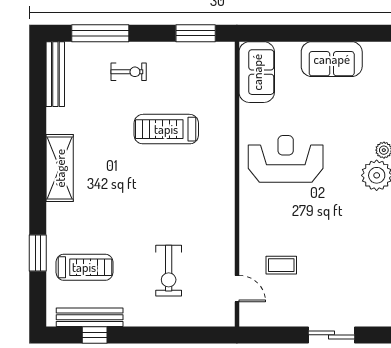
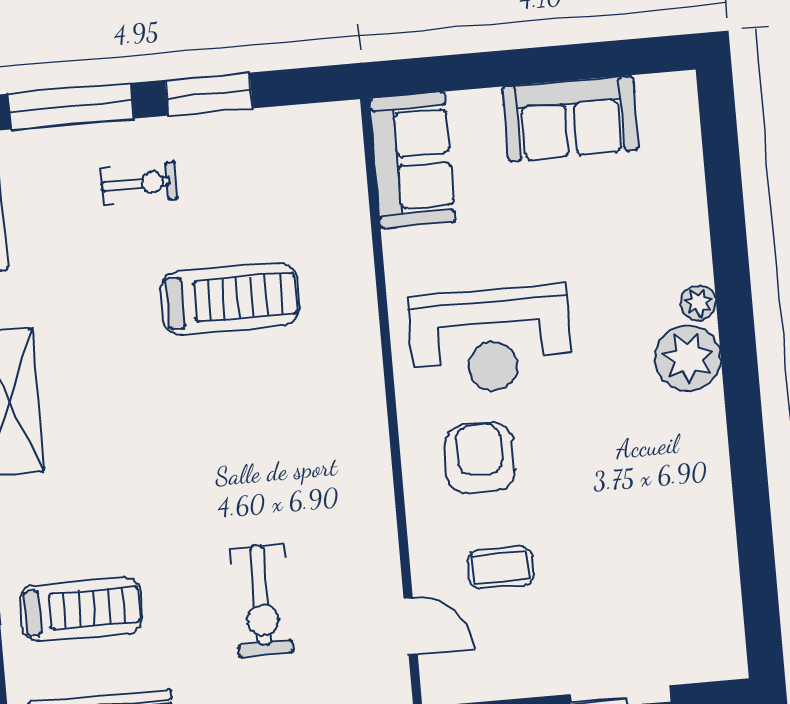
window: (196, 33) -> (209, 94), moved
treadmill: (166, 129) -> (230, 299), turned 180
reception desk: (286, 159) -> (490, 340), turned 180
armchair: (276, 213) -> (480, 458), added

